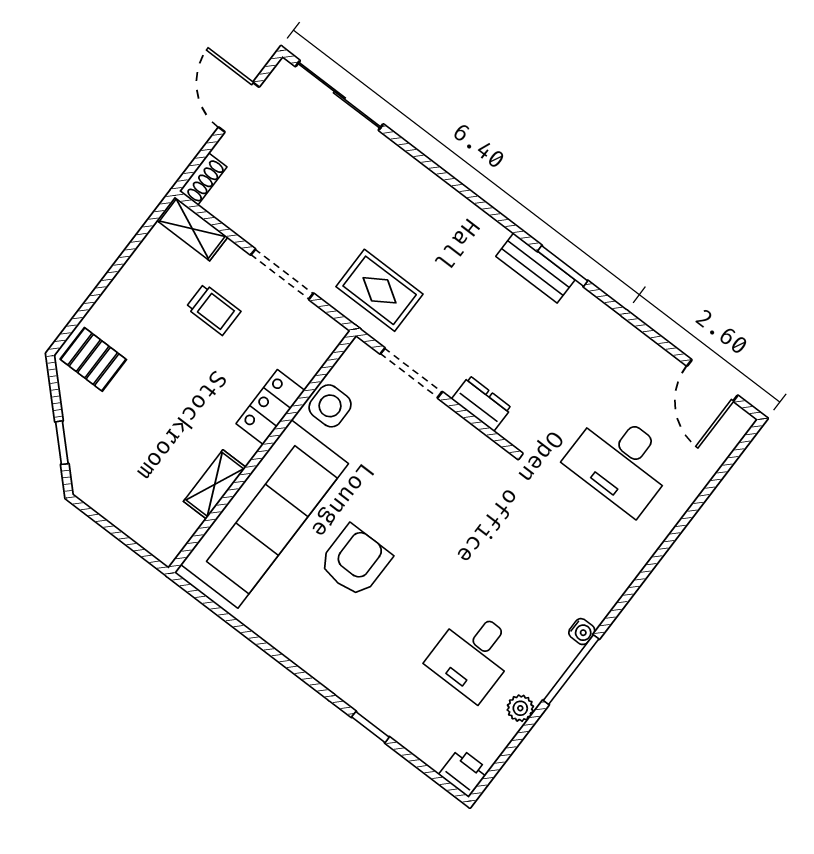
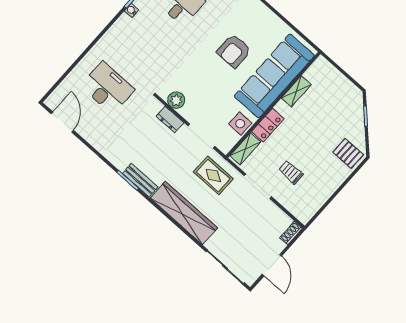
wardrobe: (437, 205) -> (184, 213), added
shelving: (192, 229) -> (245, 149), moved, turned 90
plant: (471, 446) -> (176, 100), added

